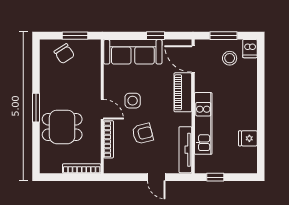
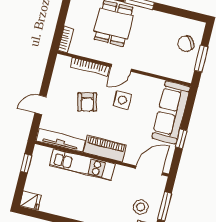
piano: (183, 92) -> (105, 149), moved
fridge: (248, 138) -> (30, 200), moved, turned 90
bookcase: (82, 169) -> (66, 40), width x0.64

